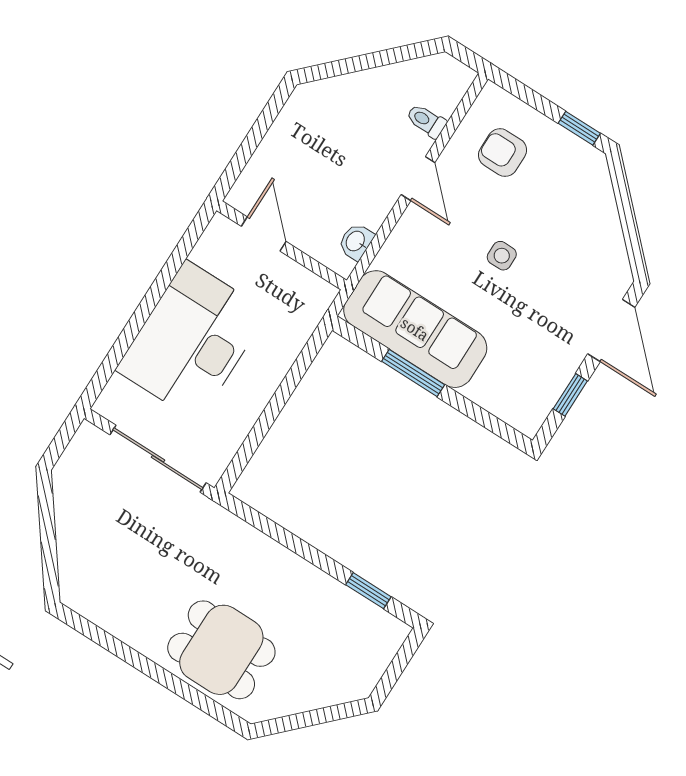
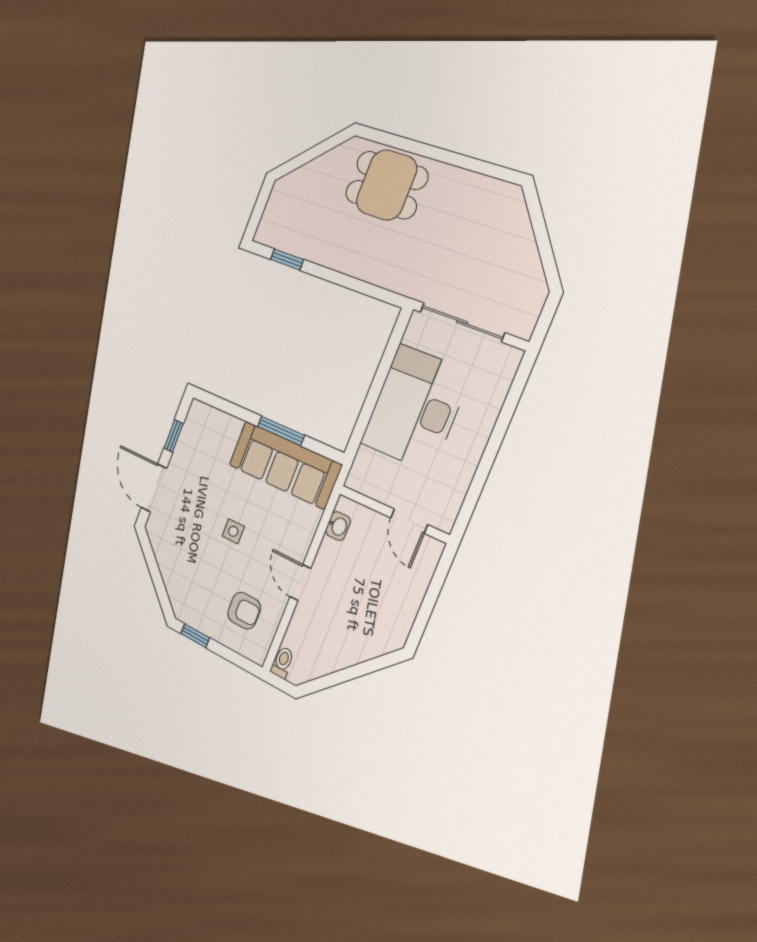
toilet: (426, 121) -> (282, 662), moved, turned -90
desk: (192, 341) -> (416, 408), moved, turned 180

